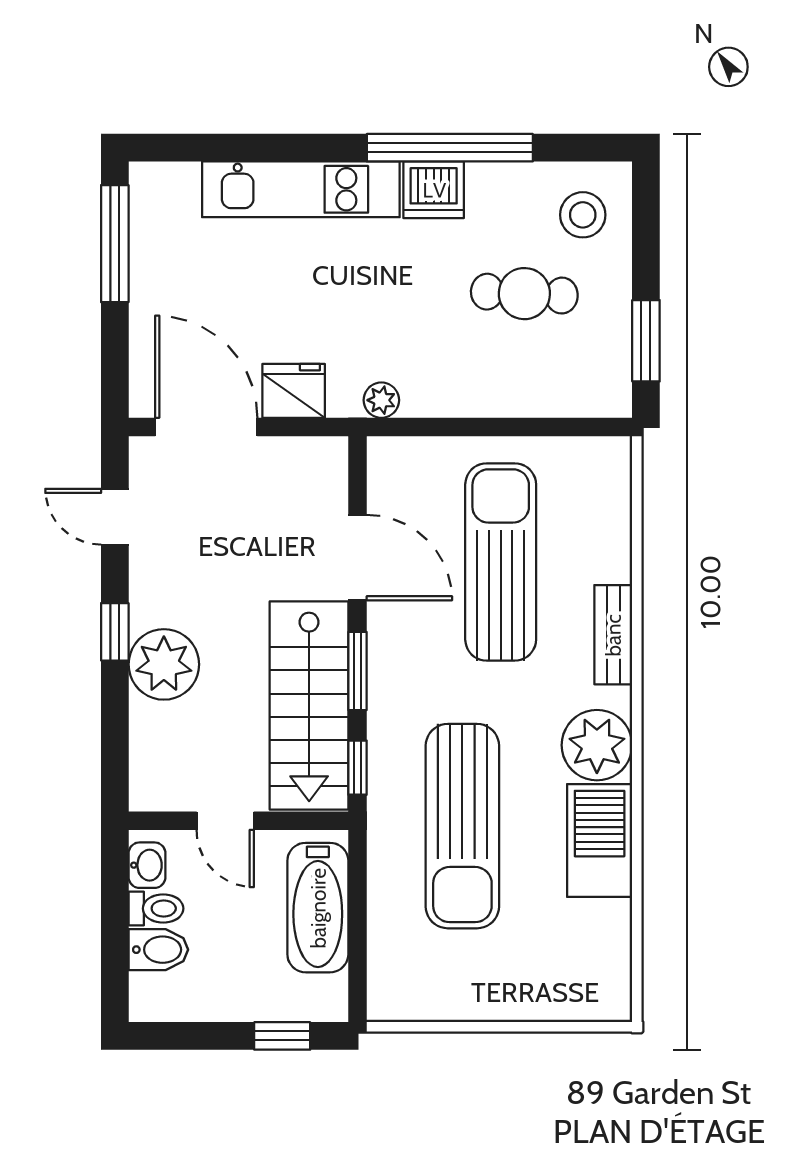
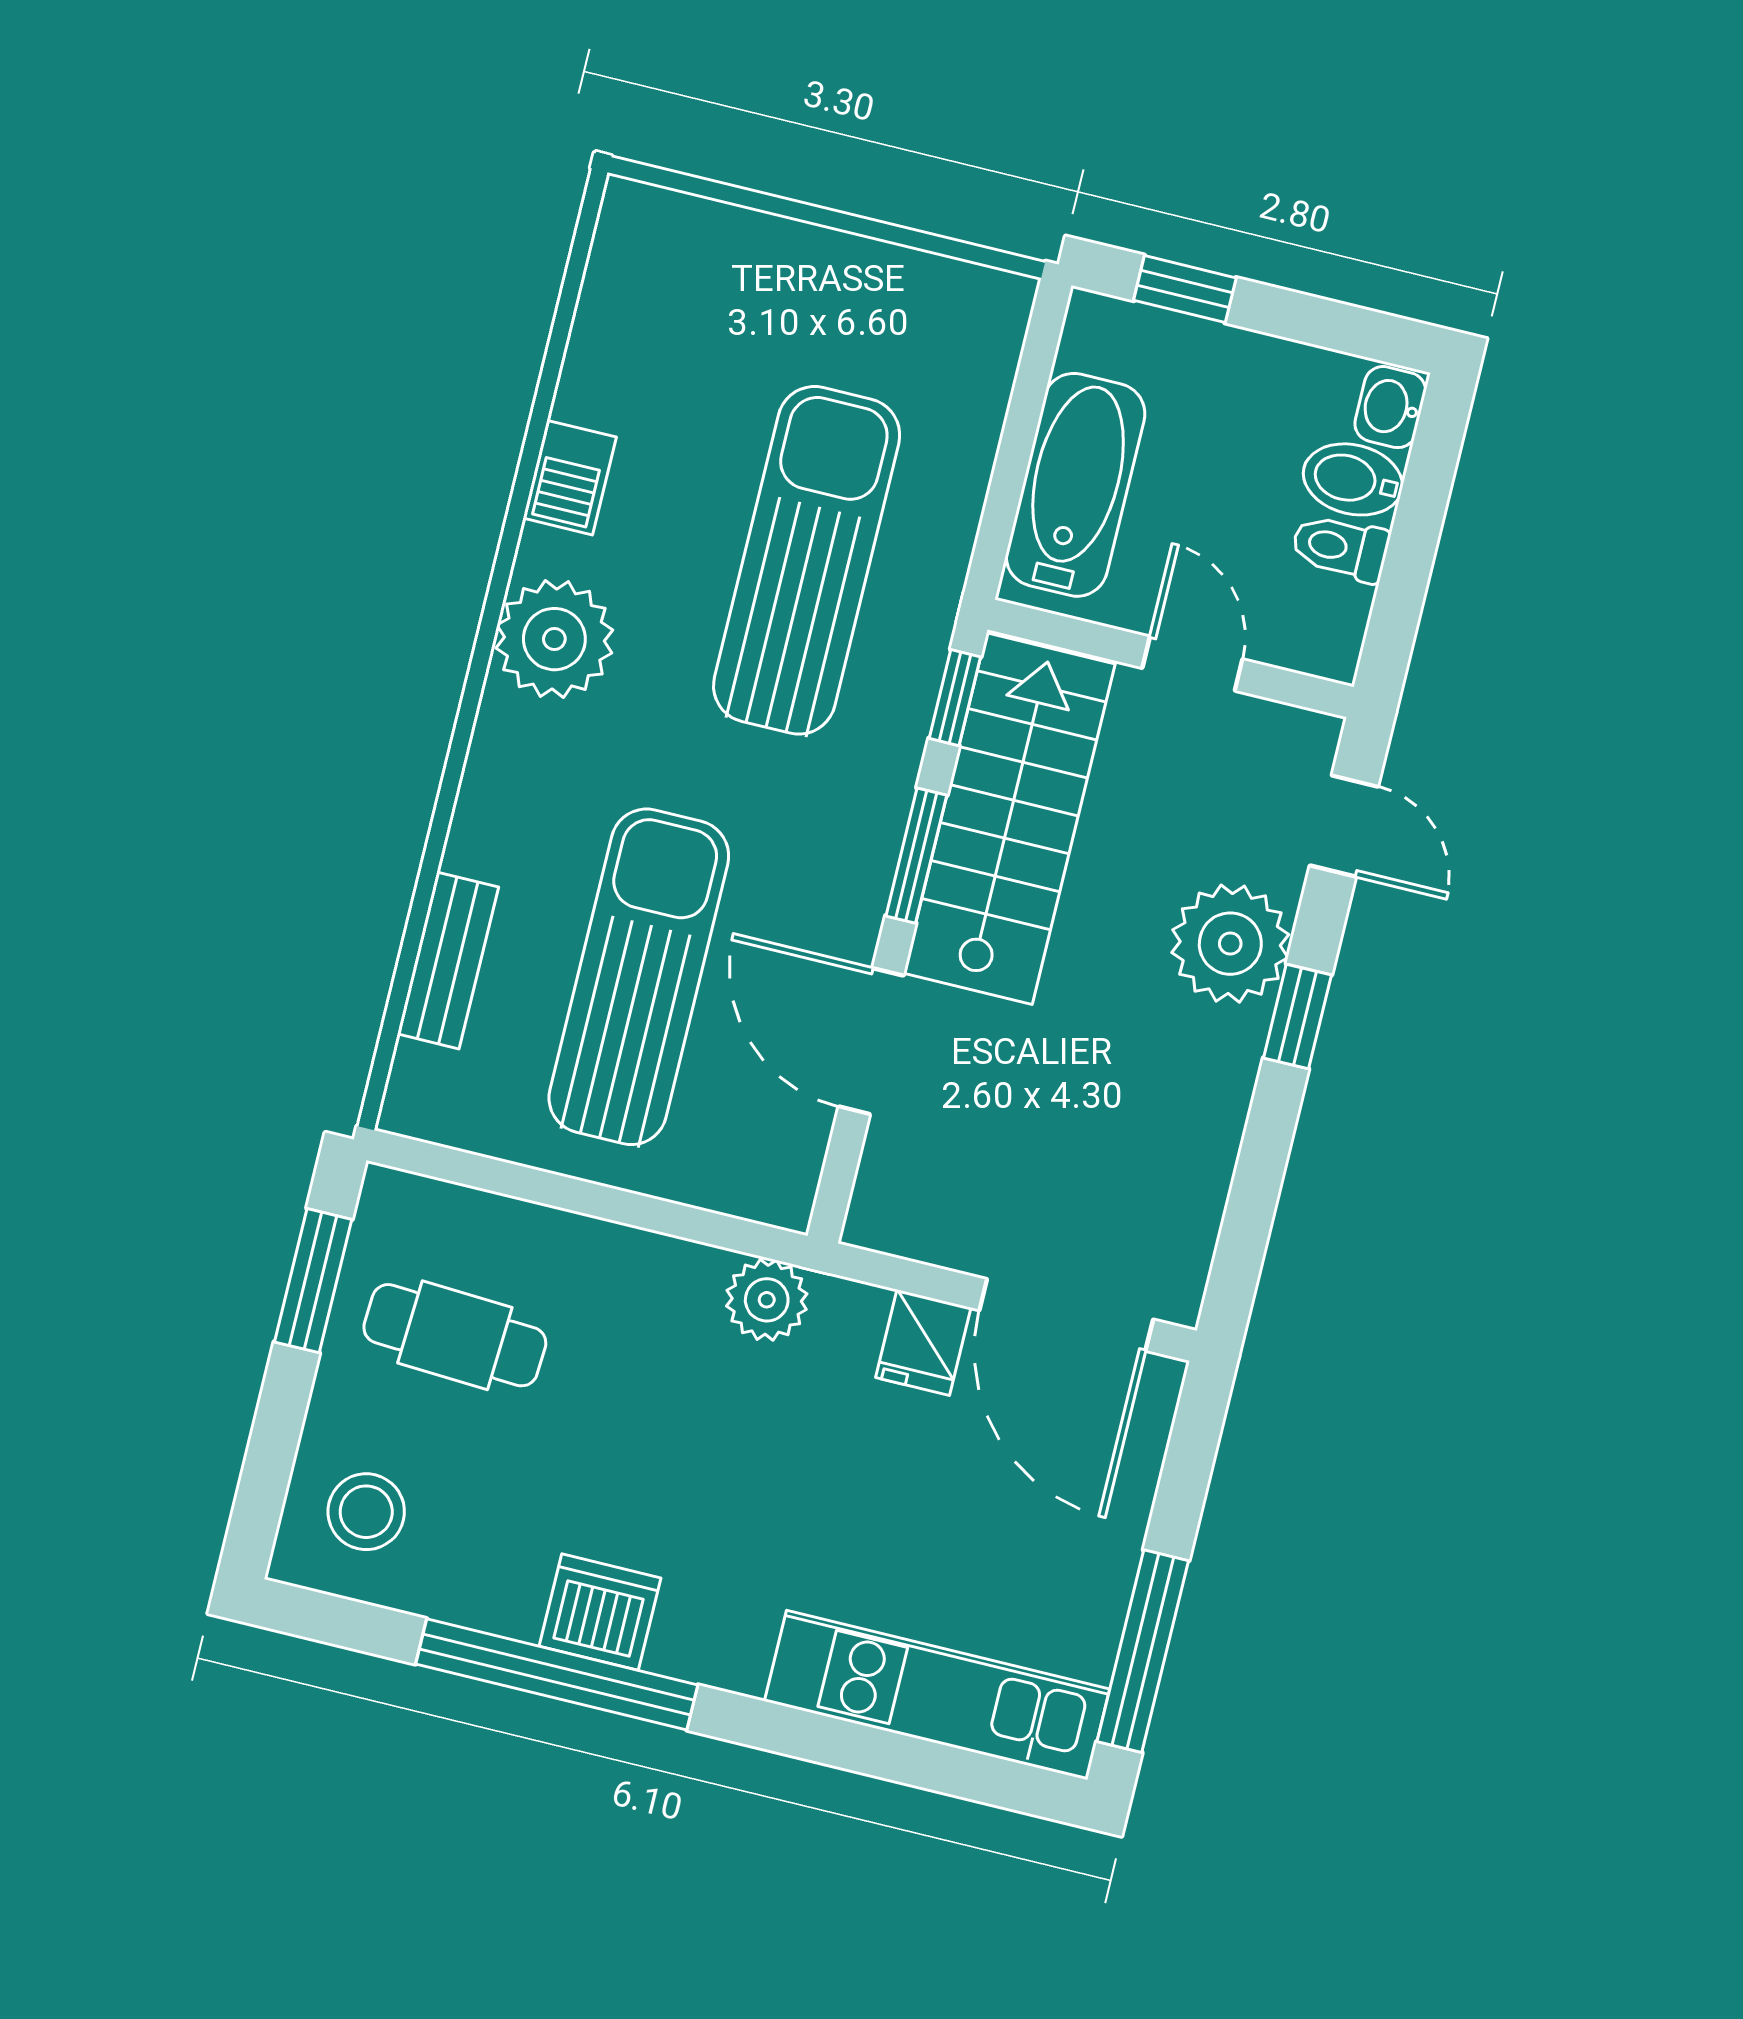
kitchen unit: (301, 189) -> (937, 1695), moved
cafe table: (524, 294) -> (455, 1335), moved
fridge: (294, 391) -> (923, 1343), width x0.72
plant: (381, 400) -> (767, 1300), width x1.38, depth x1.38
door: (115, 517) -> (1344, 826), moved
sun lounger: (501, 562) -> (639, 977), turned 180
bench: (613, 635) -> (448, 960), moved
barbecue: (600, 841) -> (570, 478), width x0.53, depth x0.65
washbasin: (147, 865) -> (1390, 407), moved

